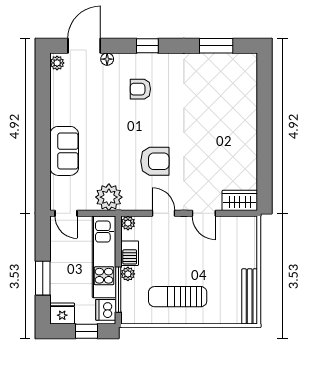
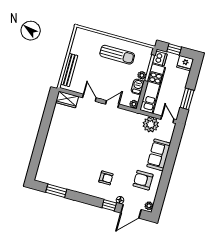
window: (147, 46) -> (109, 205), moved
armchair: (155, 161) -> (143, 180), moved
plant: (109, 197) -> (151, 124), moved
door: (164, 213) -> (112, 104), swing flipped
window: (43, 278) -> (187, 99), moved
bench: (250, 296) -> (69, 70), moved

